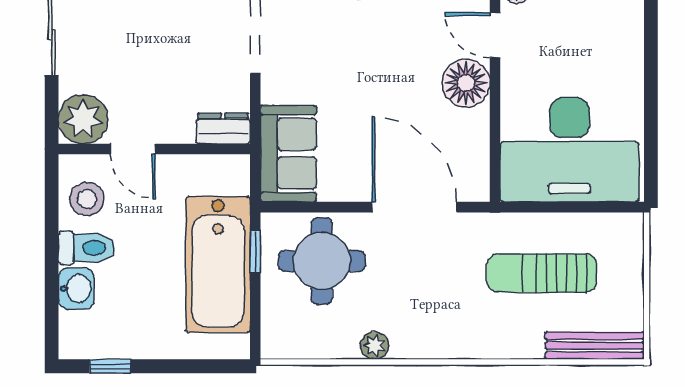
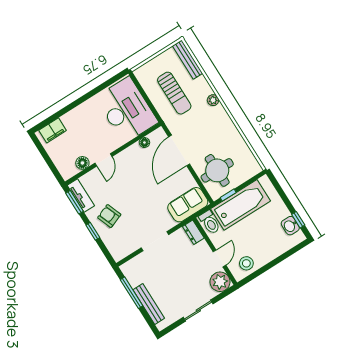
floor lamp: (466, 83) -> (144, 143), moved, width x0.53, depth x0.53
toilet: (86, 248) -> (210, 222), moved, turned 180
washbasin: (76, 289) -> (290, 226), moved, turned -90
plant: (375, 346) -> (213, 100), moved

